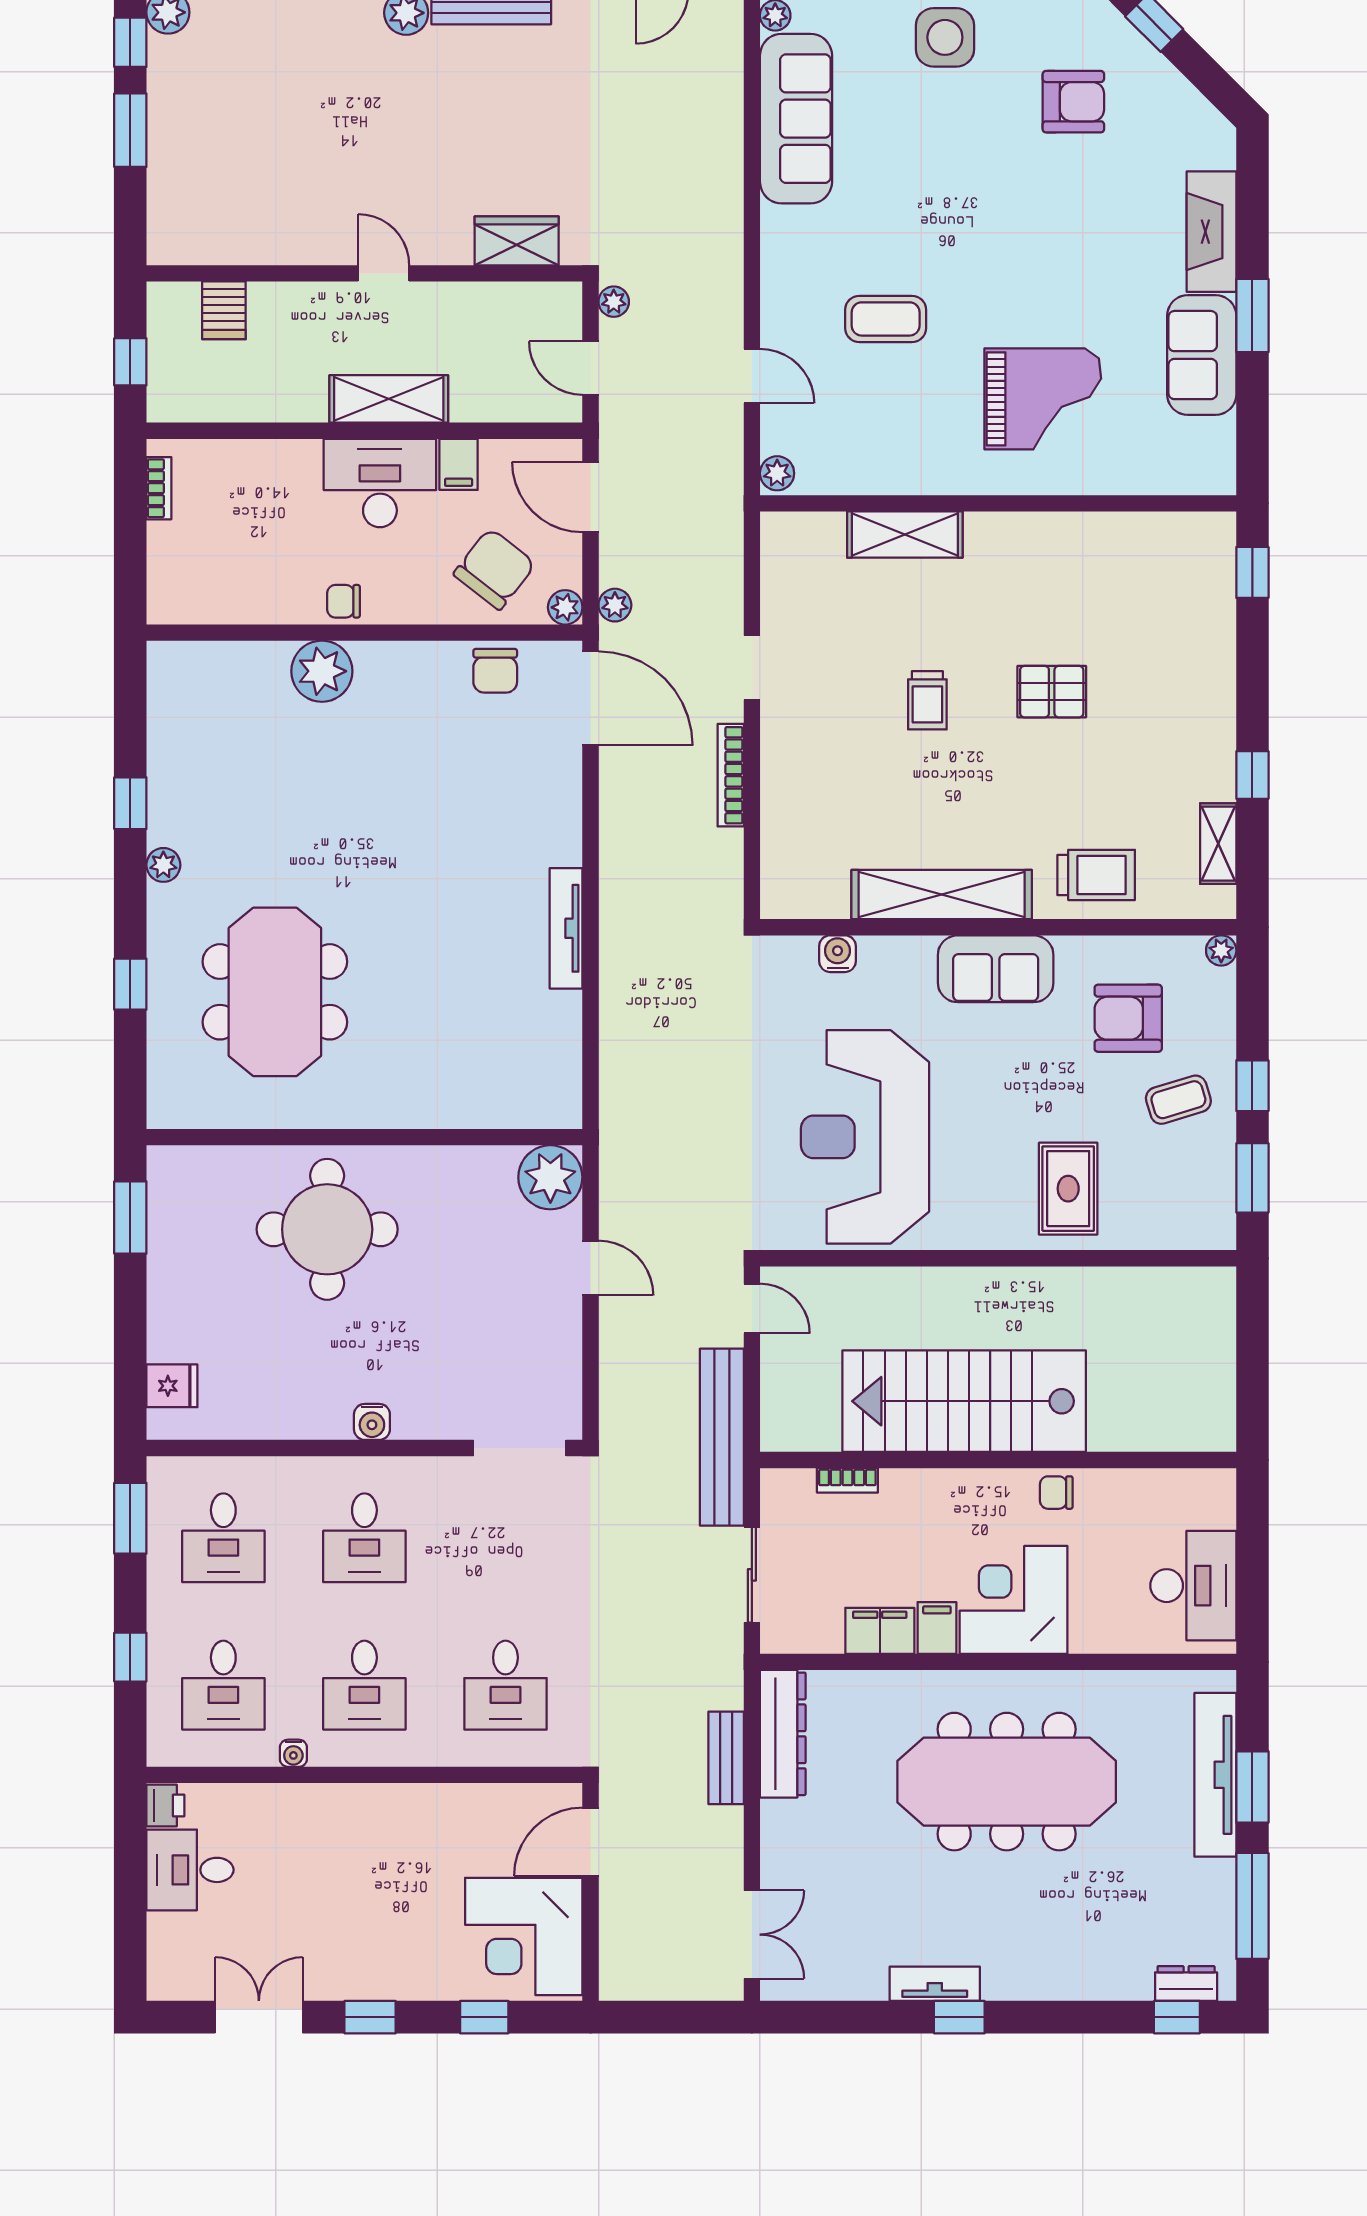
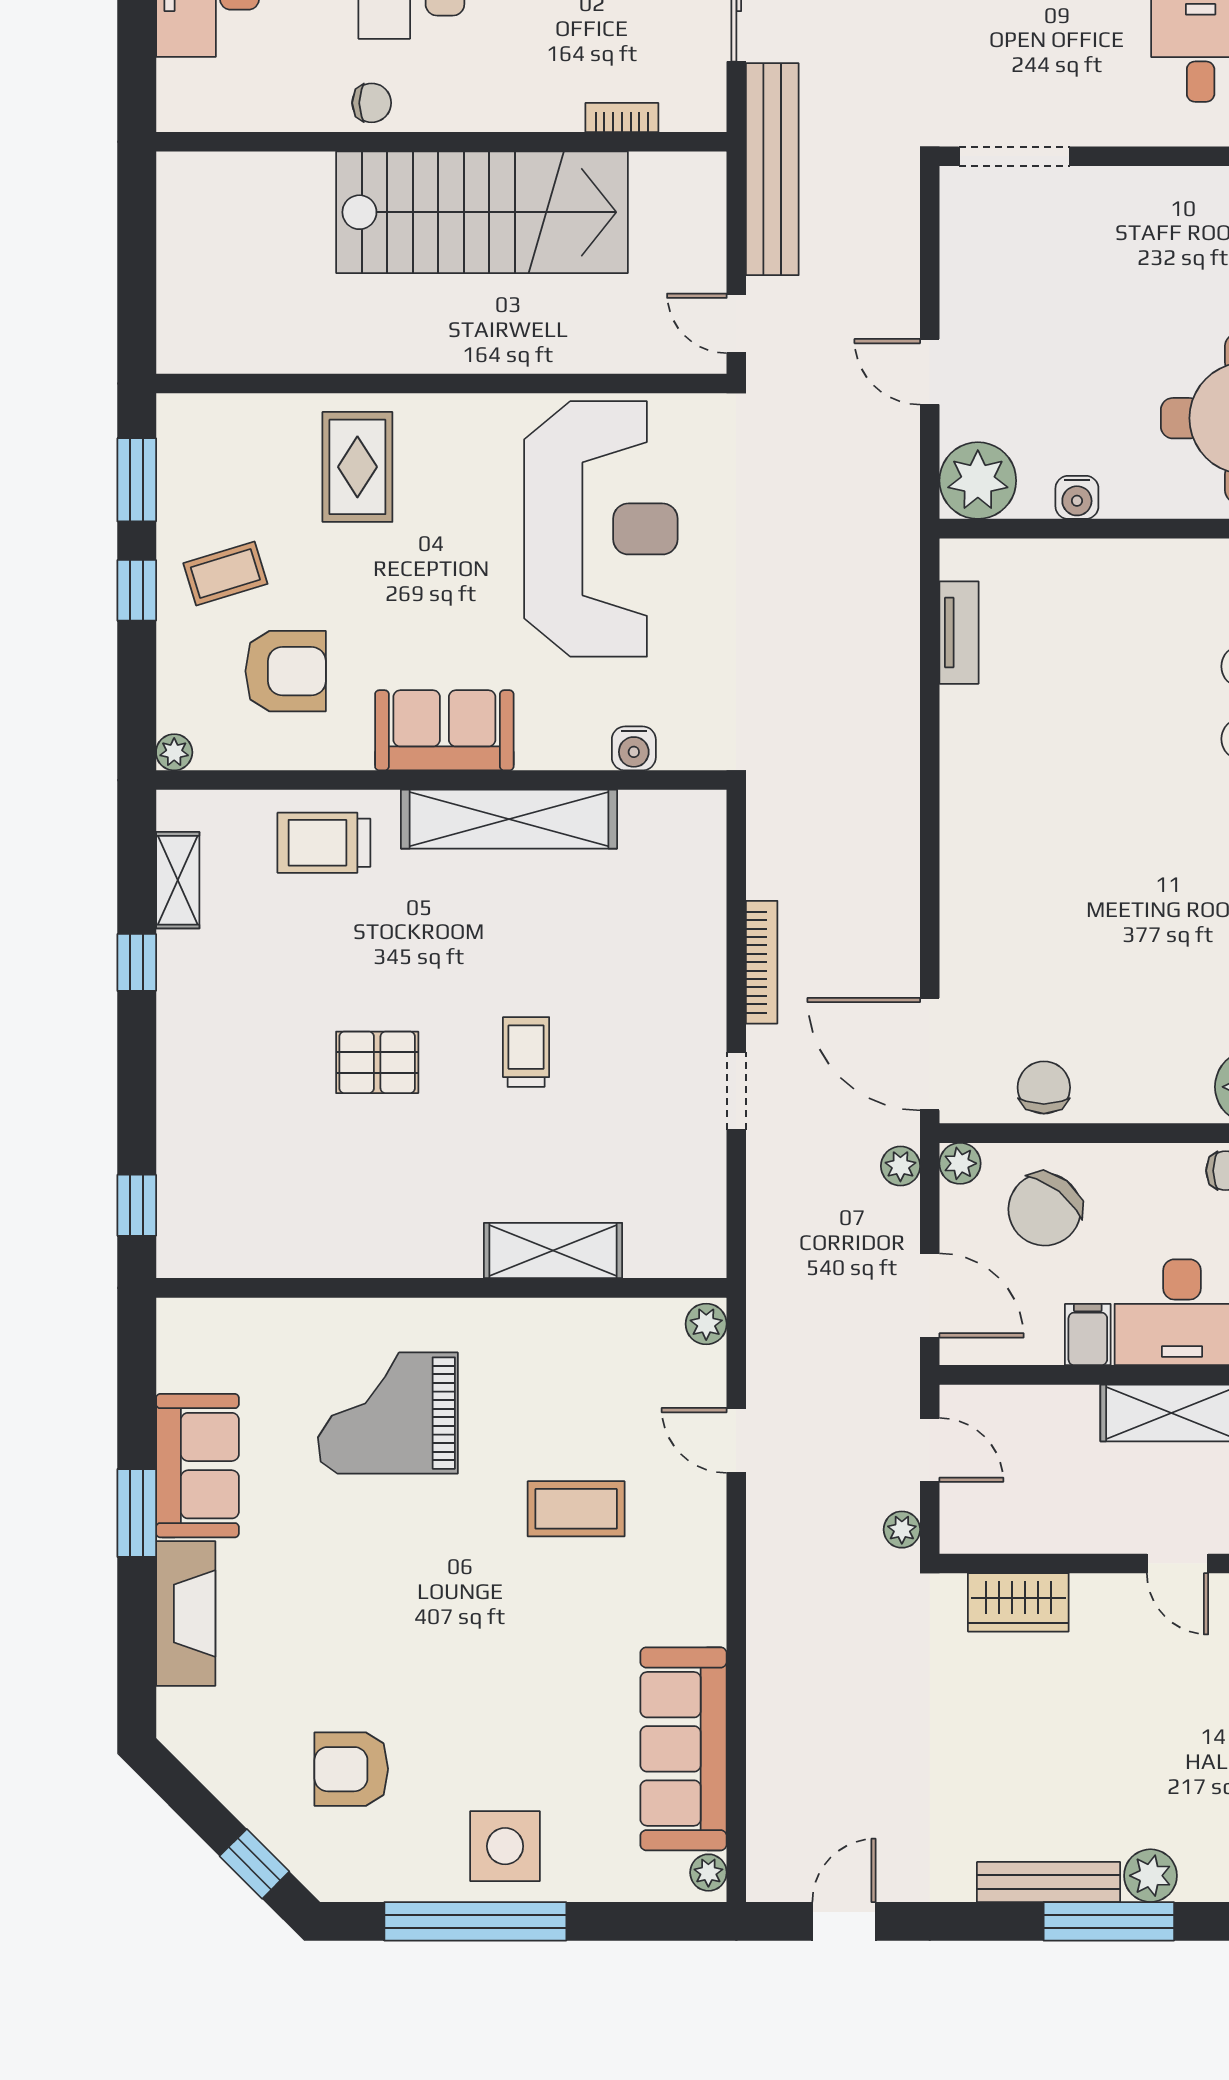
tv unit: (566, 928) -> (959, 633), moved, width x0.71
water cooler: (372, 1422) -> (1077, 497), moved, turned 180

